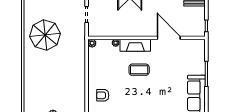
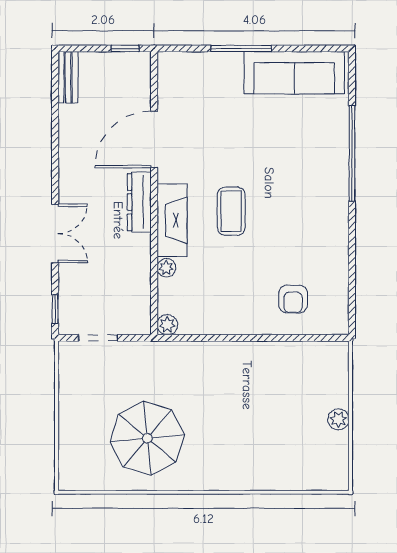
dresser: (143, 32) -> (139, 202), added

